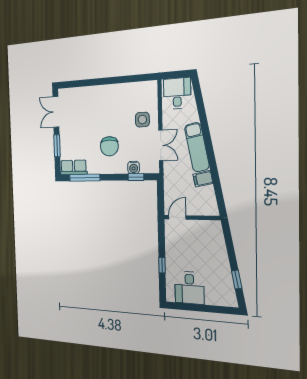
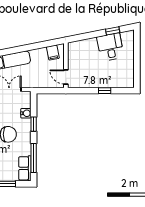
window: (136, 177) -> (34, 124), moved
filing cabinet: (203, 179) -> (53, 53), moved
desk: (189, 288) -> (110, 47), moved, turned -101

